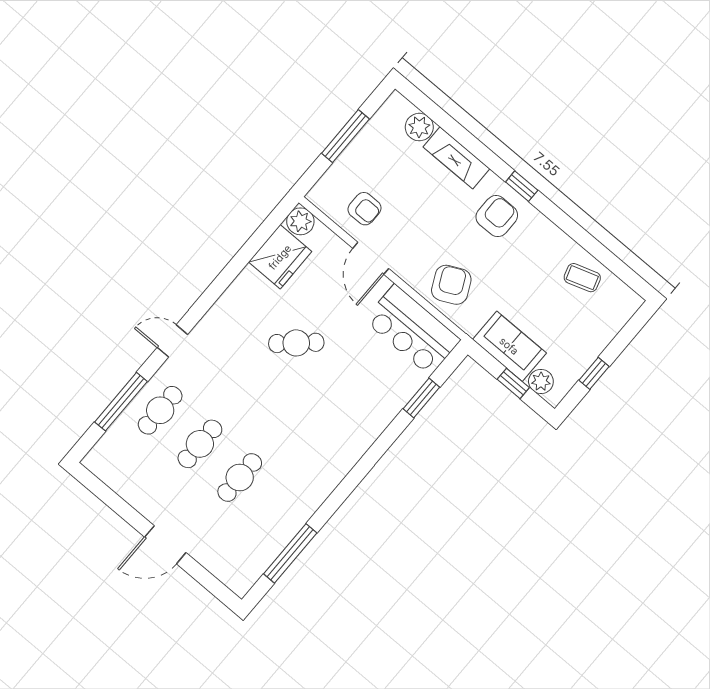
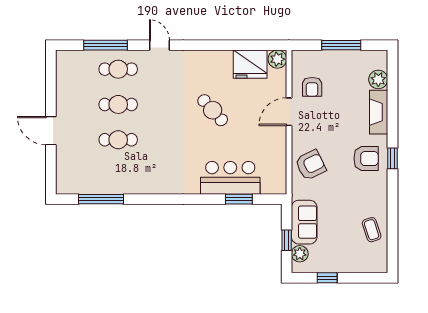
bar counter: (412, 330) -> (230, 178), moved, turned 90

